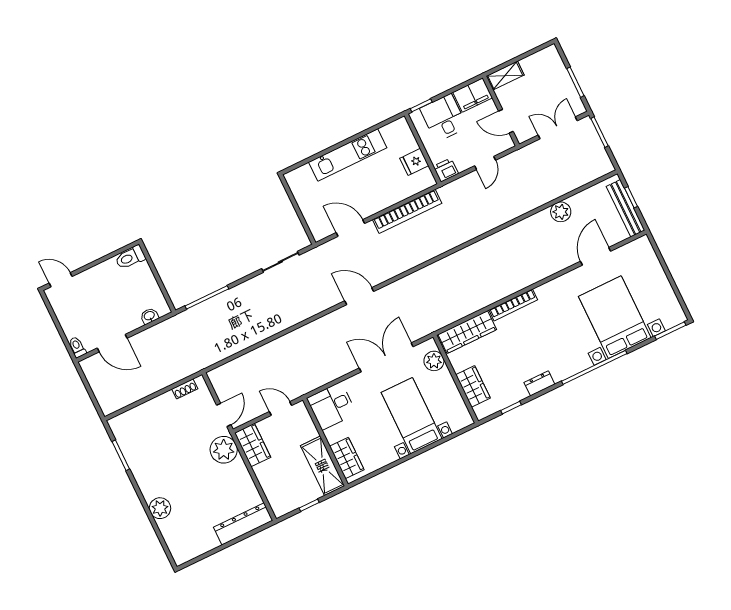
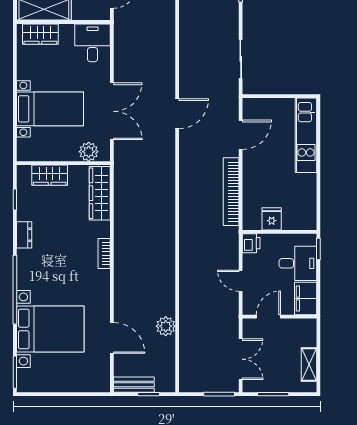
shelving: (505, 76) -> (309, 365), moved
kitchen unit: (348, 155) -> (306, 135), moved
bench: (626, 208) -> (134, 385), width x0.73
bookcase: (513, 305) -> (104, 254), width x0.64

